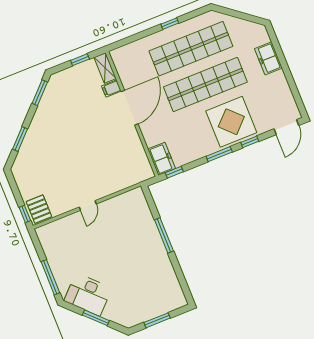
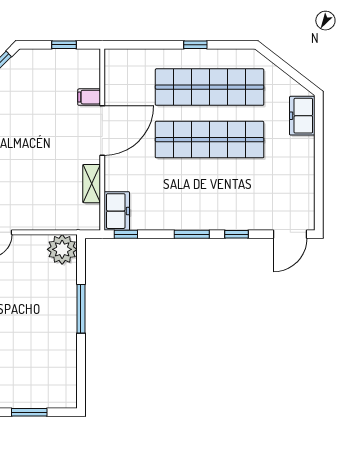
freezer: (268, 58) -> (302, 116), moved
shelving: (105, 68) -> (92, 184), moved
display table: (231, 122) -> (223, 200), removed
plant: (135, 200) -> (62, 249), added

